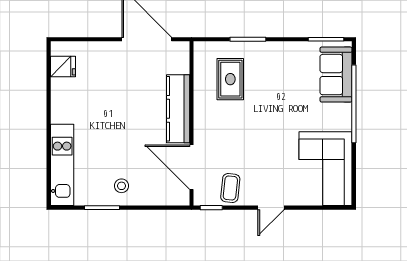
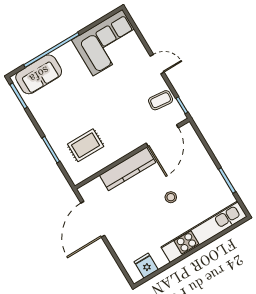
kitchen unit: (62, 165) -> (204, 232), width x1.36
stool: (122, 186) -> (171, 197), moved

